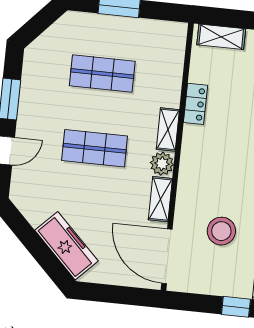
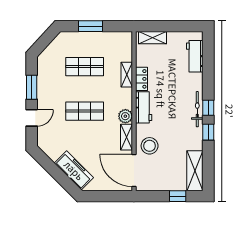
shelving: (168, 129) -> (127, 75), moved
workbench: (194, 152) -> (144, 107), added
stool: (221, 231) -> (150, 146), moved

